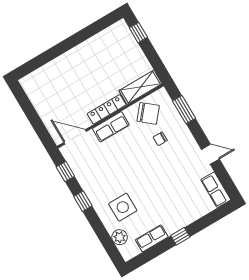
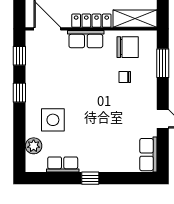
chair: (148, 113) -> (128, 47), turned -40

